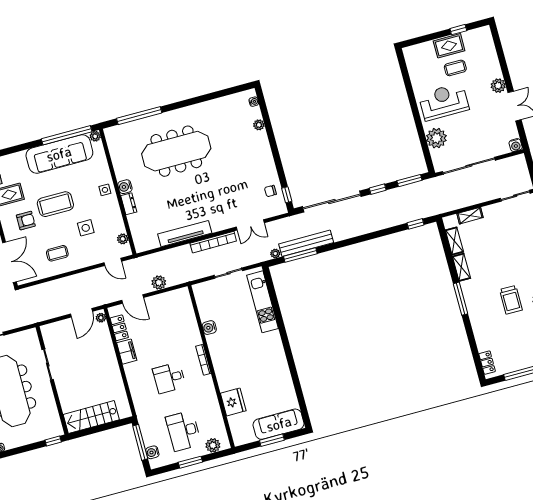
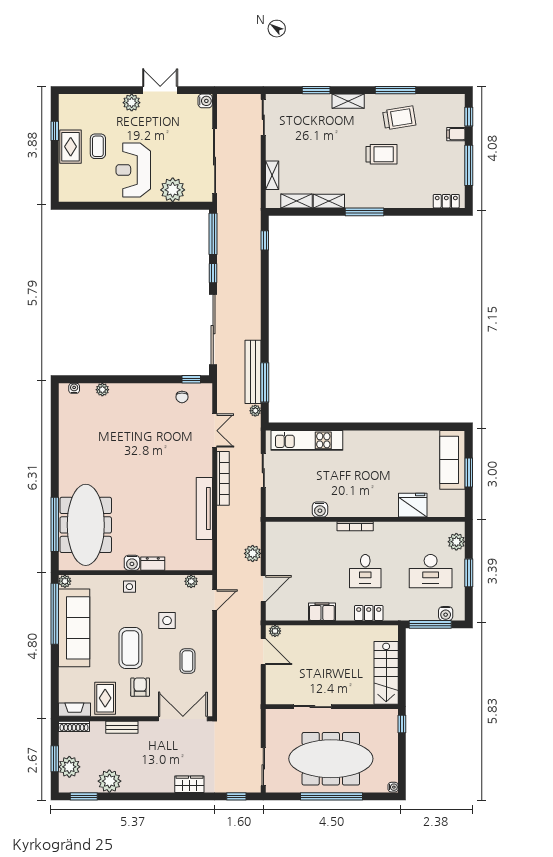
meeting table: (176, 151) -> (86, 525), moved
window: (409, 181) -> (213, 234), width x1.44
locker: (119, 328) -> (369, 613), moved

